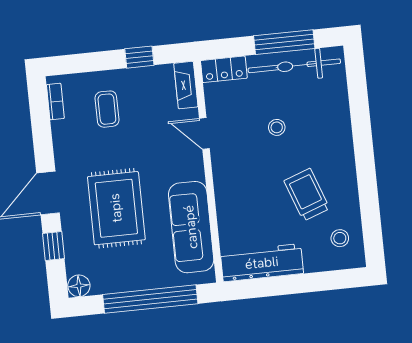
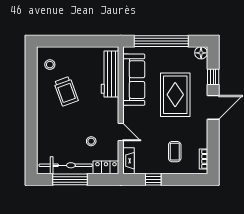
stool: (277, 127) -> (91, 141), moved
workbench: (262, 263) -> (110, 74), moved, turned 90

